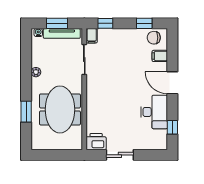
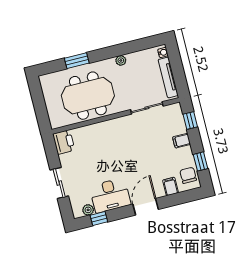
window: (57, 23) -> (177, 70), removed
filing cabinet: (92, 36) -> (182, 141), moved
plant: (162, 135) -> (88, 210), added
sliding door: (120, 155) -> (59, 183), moved

